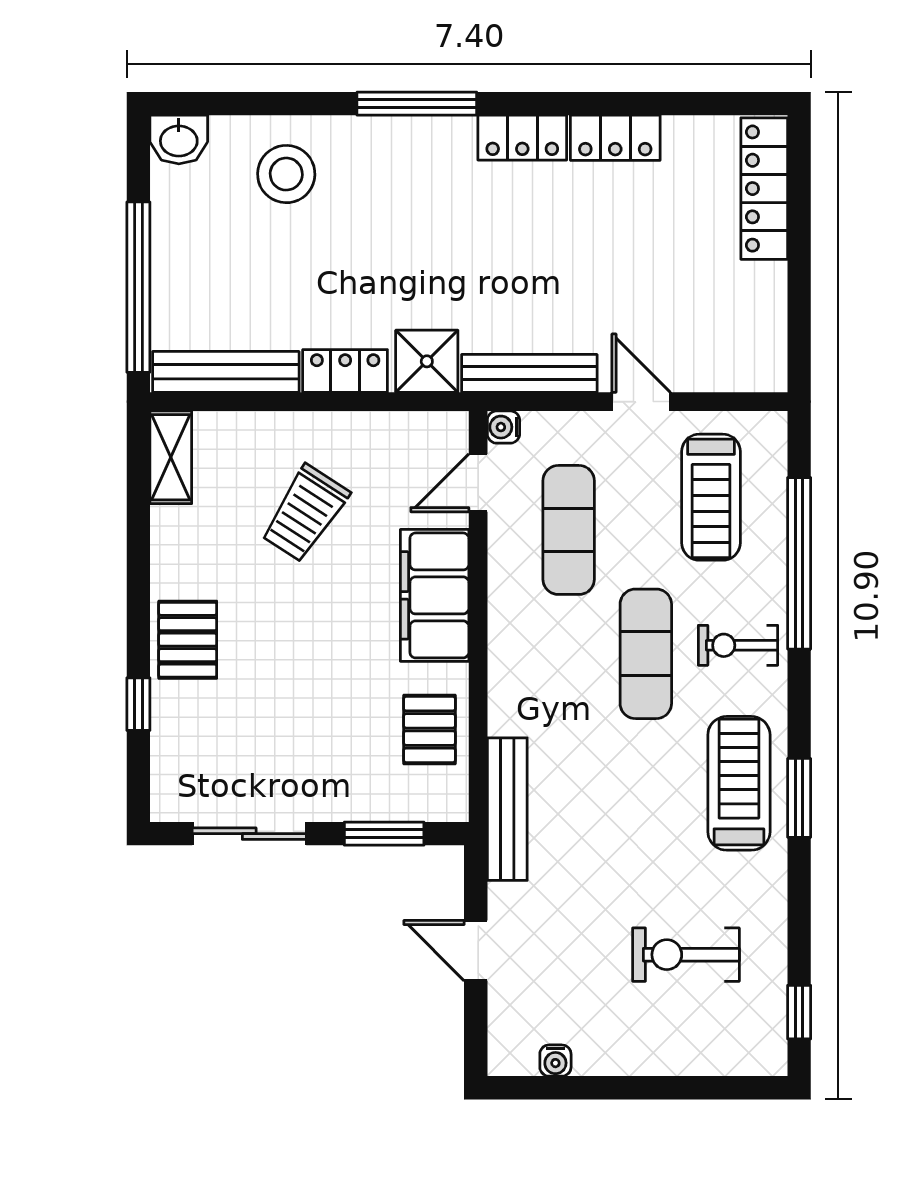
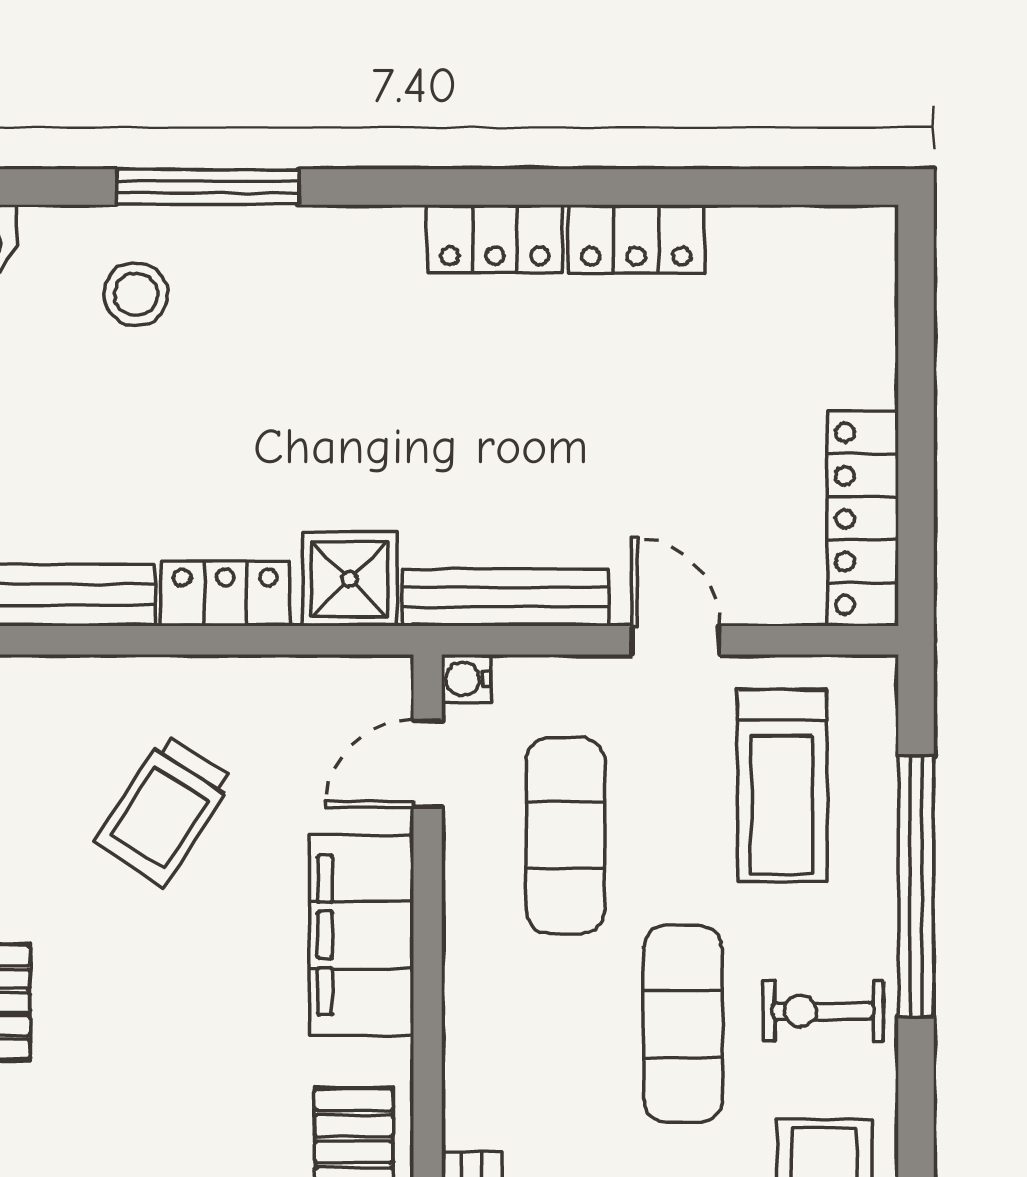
window: (417, 104) -> (208, 187), moved
stool: (286, 174) -> (136, 294), width x0.73, depth x0.73
locker: (764, 189) -> (863, 519), moved

